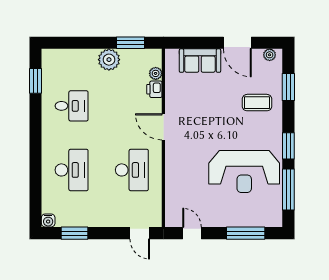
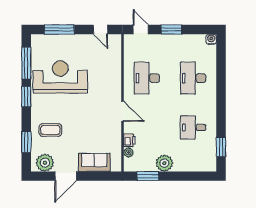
door: (237, 43) -> (66, 176), swing flipped
plant: (270, 55) -> (45, 163), width x1.87, depth x1.87
window: (74, 233) -> (171, 30), moved

